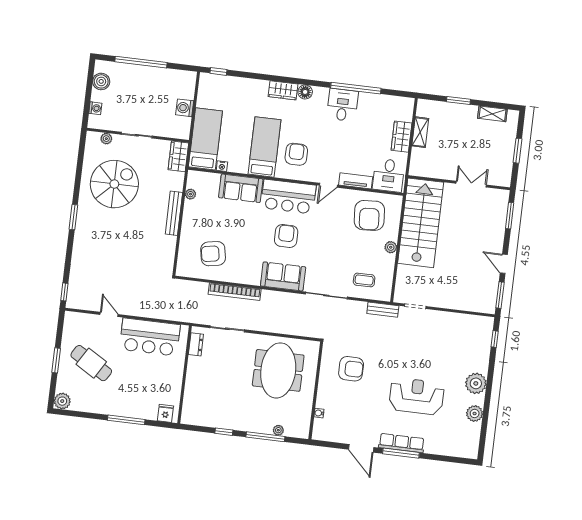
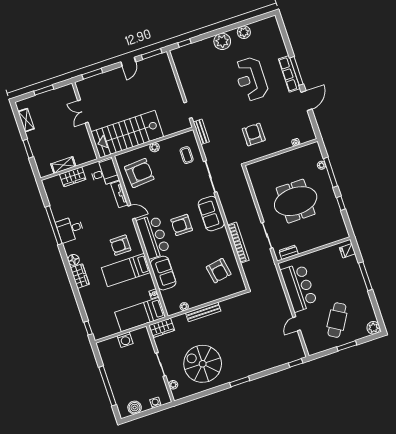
meeting table: (278, 370) -> (296, 201), moved

